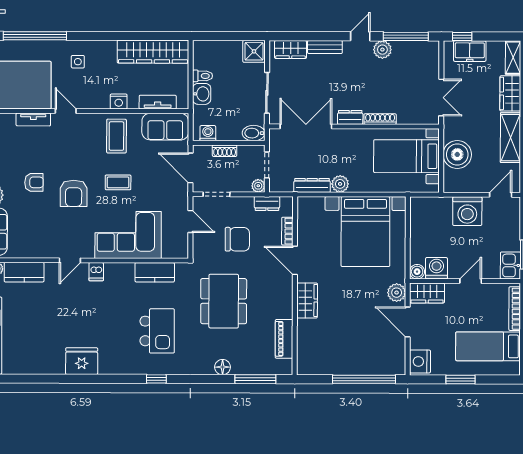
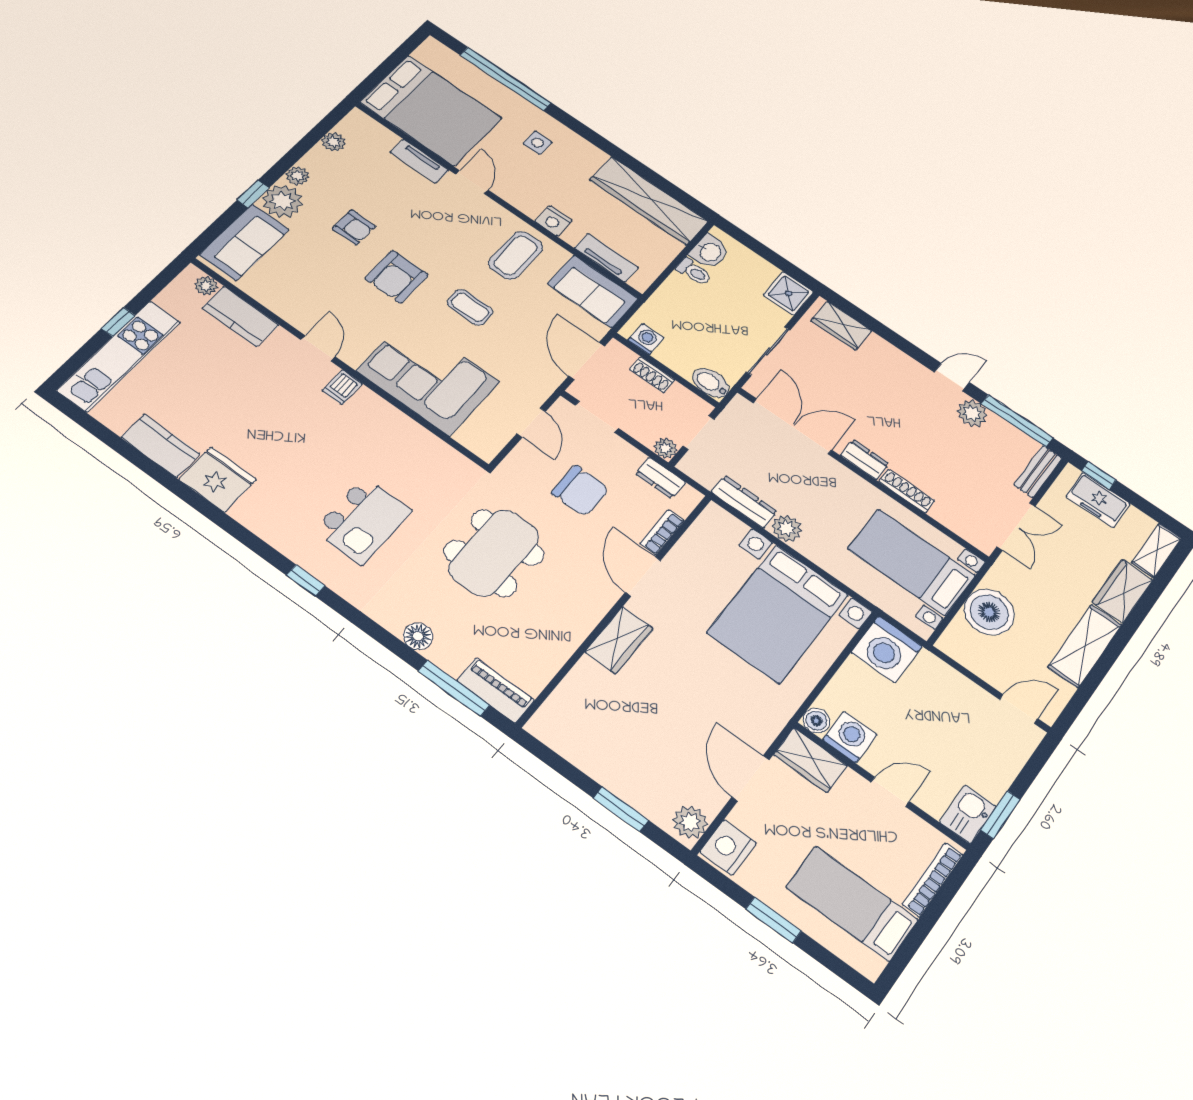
bench: (325, 47) -> (1038, 471), moved, turned 90
washbasin: (202, 94) -> (710, 252), moved
washing machine: (467, 211) -> (887, 649), moved
door: (70, 260) -> (318, 348), swing flipped
kitchen counter: (155, 272) -> (160, 446), moved, turned 180
plant: (397, 293) -> (690, 822), moved
piano: (284, 339) -> (496, 690), moved, turned 90
window: (364, 379) -> (621, 809), width x0.47

